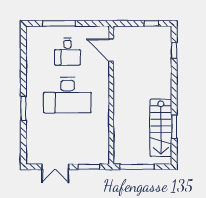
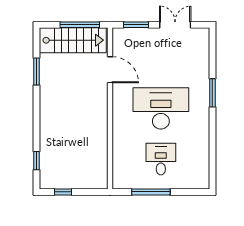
window: (59, 23) -> (151, 192), moved
door: (111, 50) -> (110, 70), moved
stairs: (161, 128) -> (73, 40), moved, turned 90

